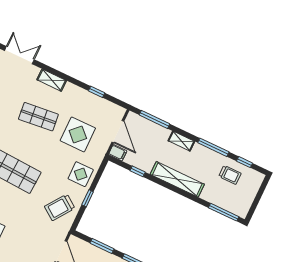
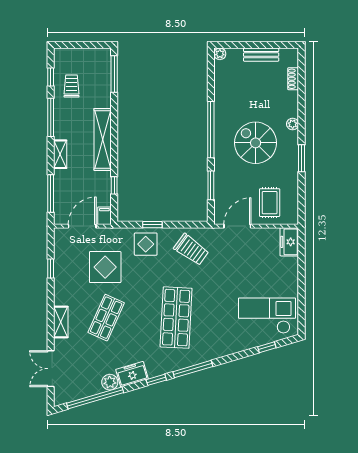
shop shelf: (38, 117) -> (106, 318), turned 30
window: (88, 198) -> (152, 225), moved

